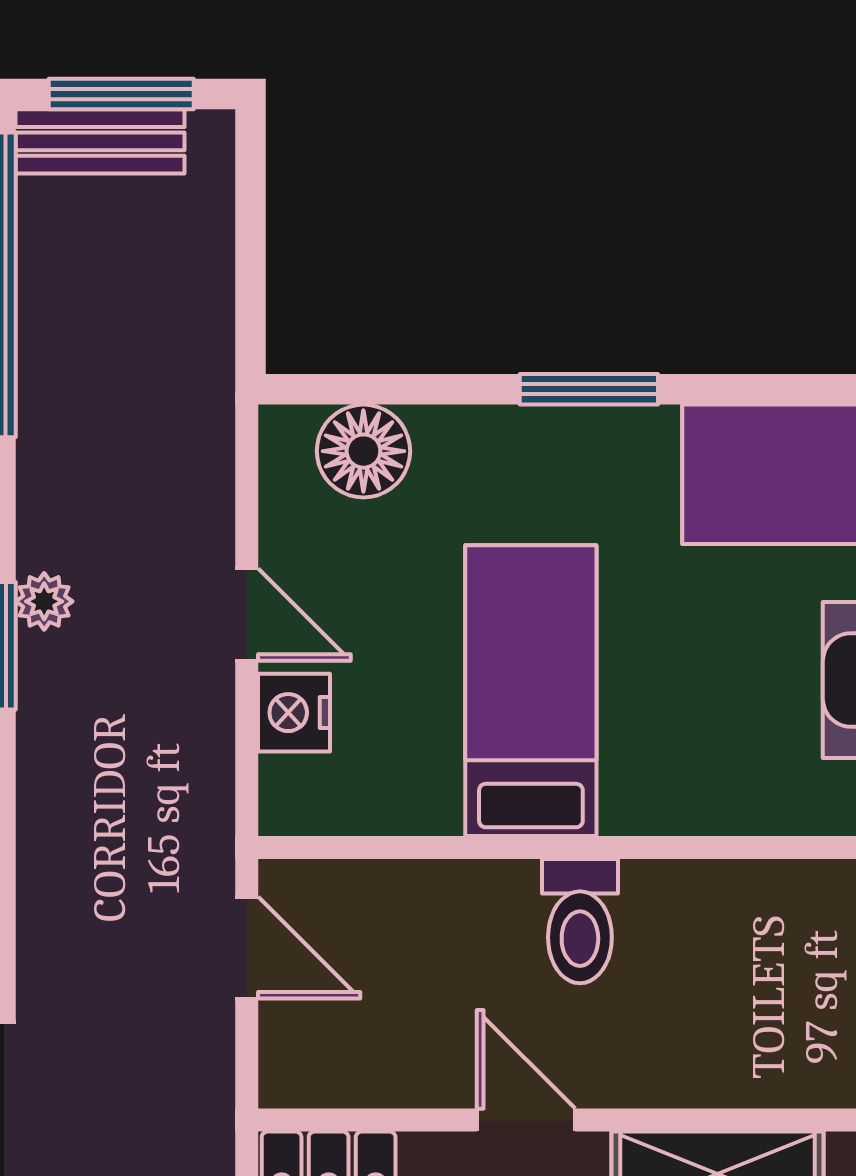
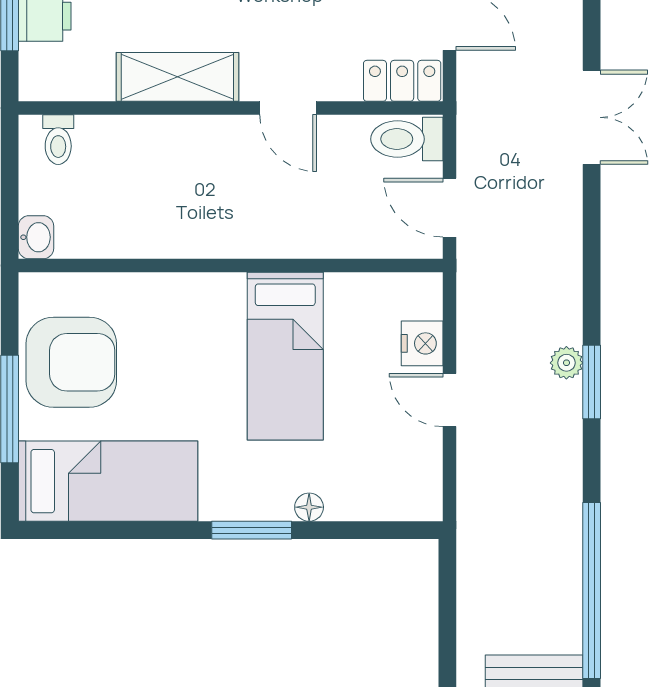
floor lamp: (363, 451) -> (309, 507), moved, width x0.53, depth x0.53
plant: (44, 601) -> (566, 363), moved
toilet: (580, 921) -> (407, 139), moved, turned -90

